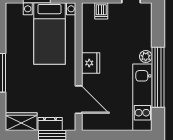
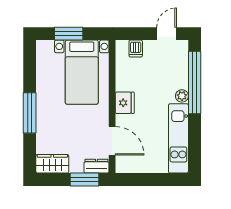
window: (158, 77) -> (195, 82), moved
dresser: (50, 124) -> (96, 166), moved

